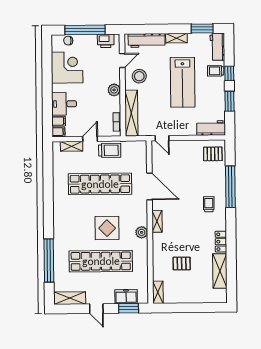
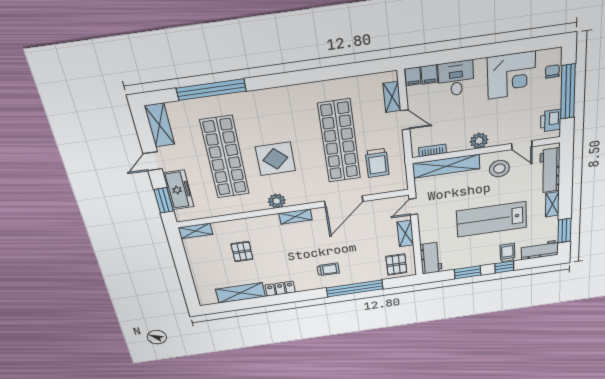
shelving: (185, 145) -> (405, 233), added
trolley: (110, 150) -> (377, 163), moved
freezer: (126, 297) -> (178, 190), width x1.40

